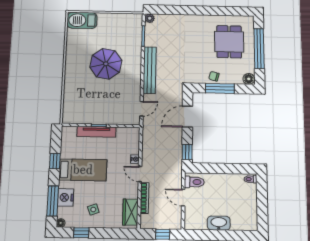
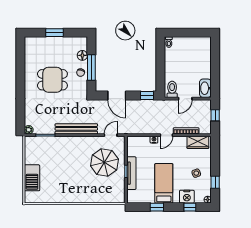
barbecue: (82, 20) -> (32, 178), moved
dining table: (229, 42) -> (52, 80), moved
window: (259, 48) -> (55, 33), width x0.47
parasol: (106, 64) -> (104, 163), moved
floor lamp: (249, 79) -> (82, 55), moved
door: (142, 109) -> (111, 135), hinge flipped
window: (53, 201) -> (190, 207), width x0.46
washbasin: (219, 223) -> (205, 88), moved

